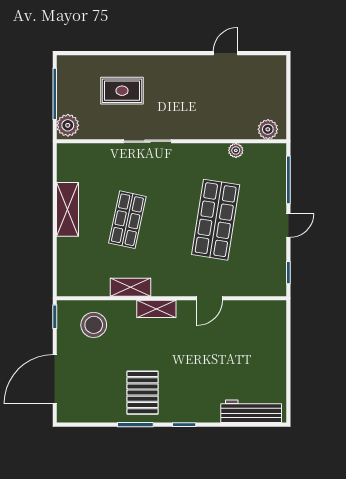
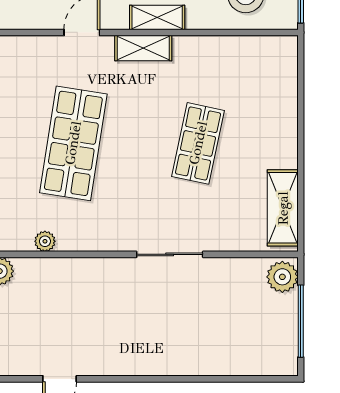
rug: (122, 91) -> (206, 326), removed
shelving: (67, 209) -> (283, 208), moved
shelving: (131, 287) -> (143, 48), moved

